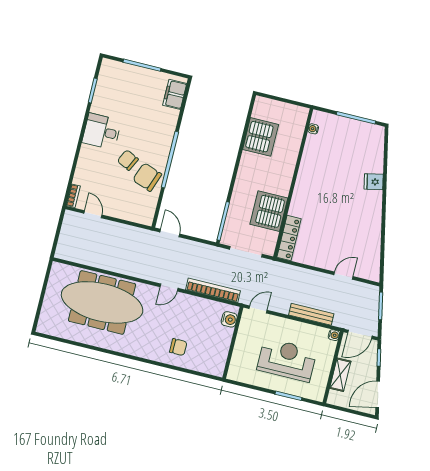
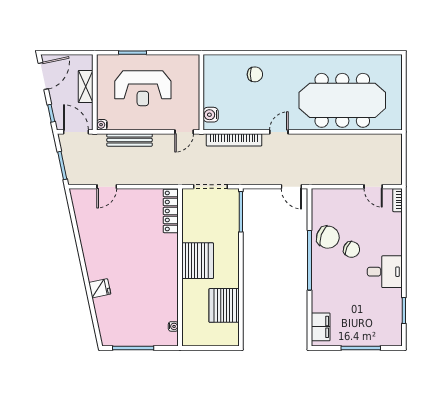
server rack: (269, 211) -> (198, 261), moved
door: (360, 334) -> (76, 132), hinge flipped
chair: (178, 347) -> (255, 74), turned 180

